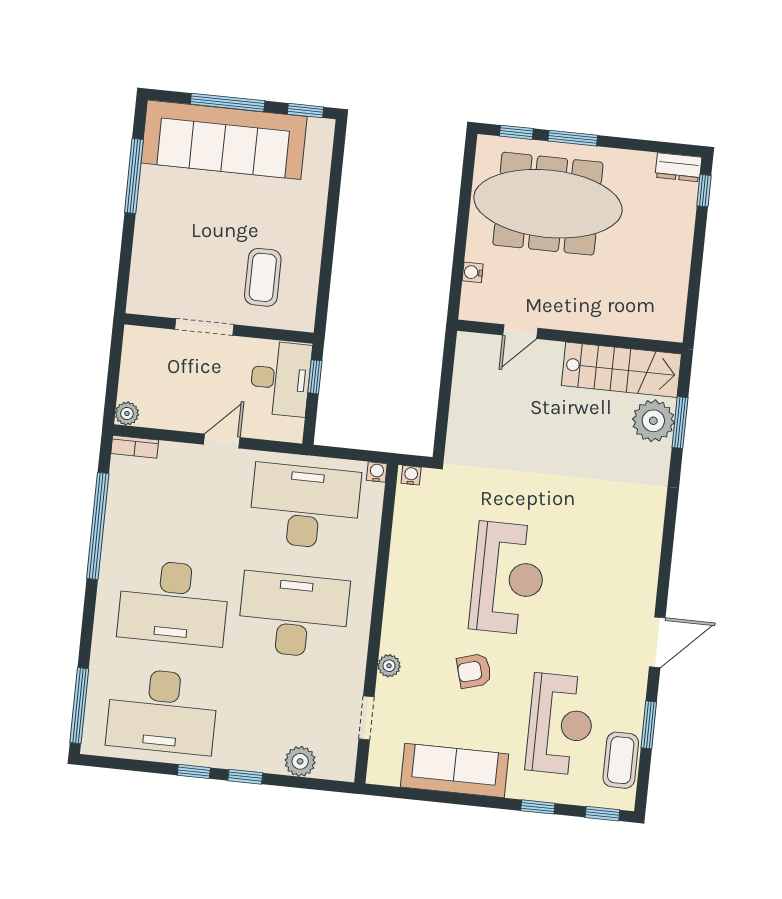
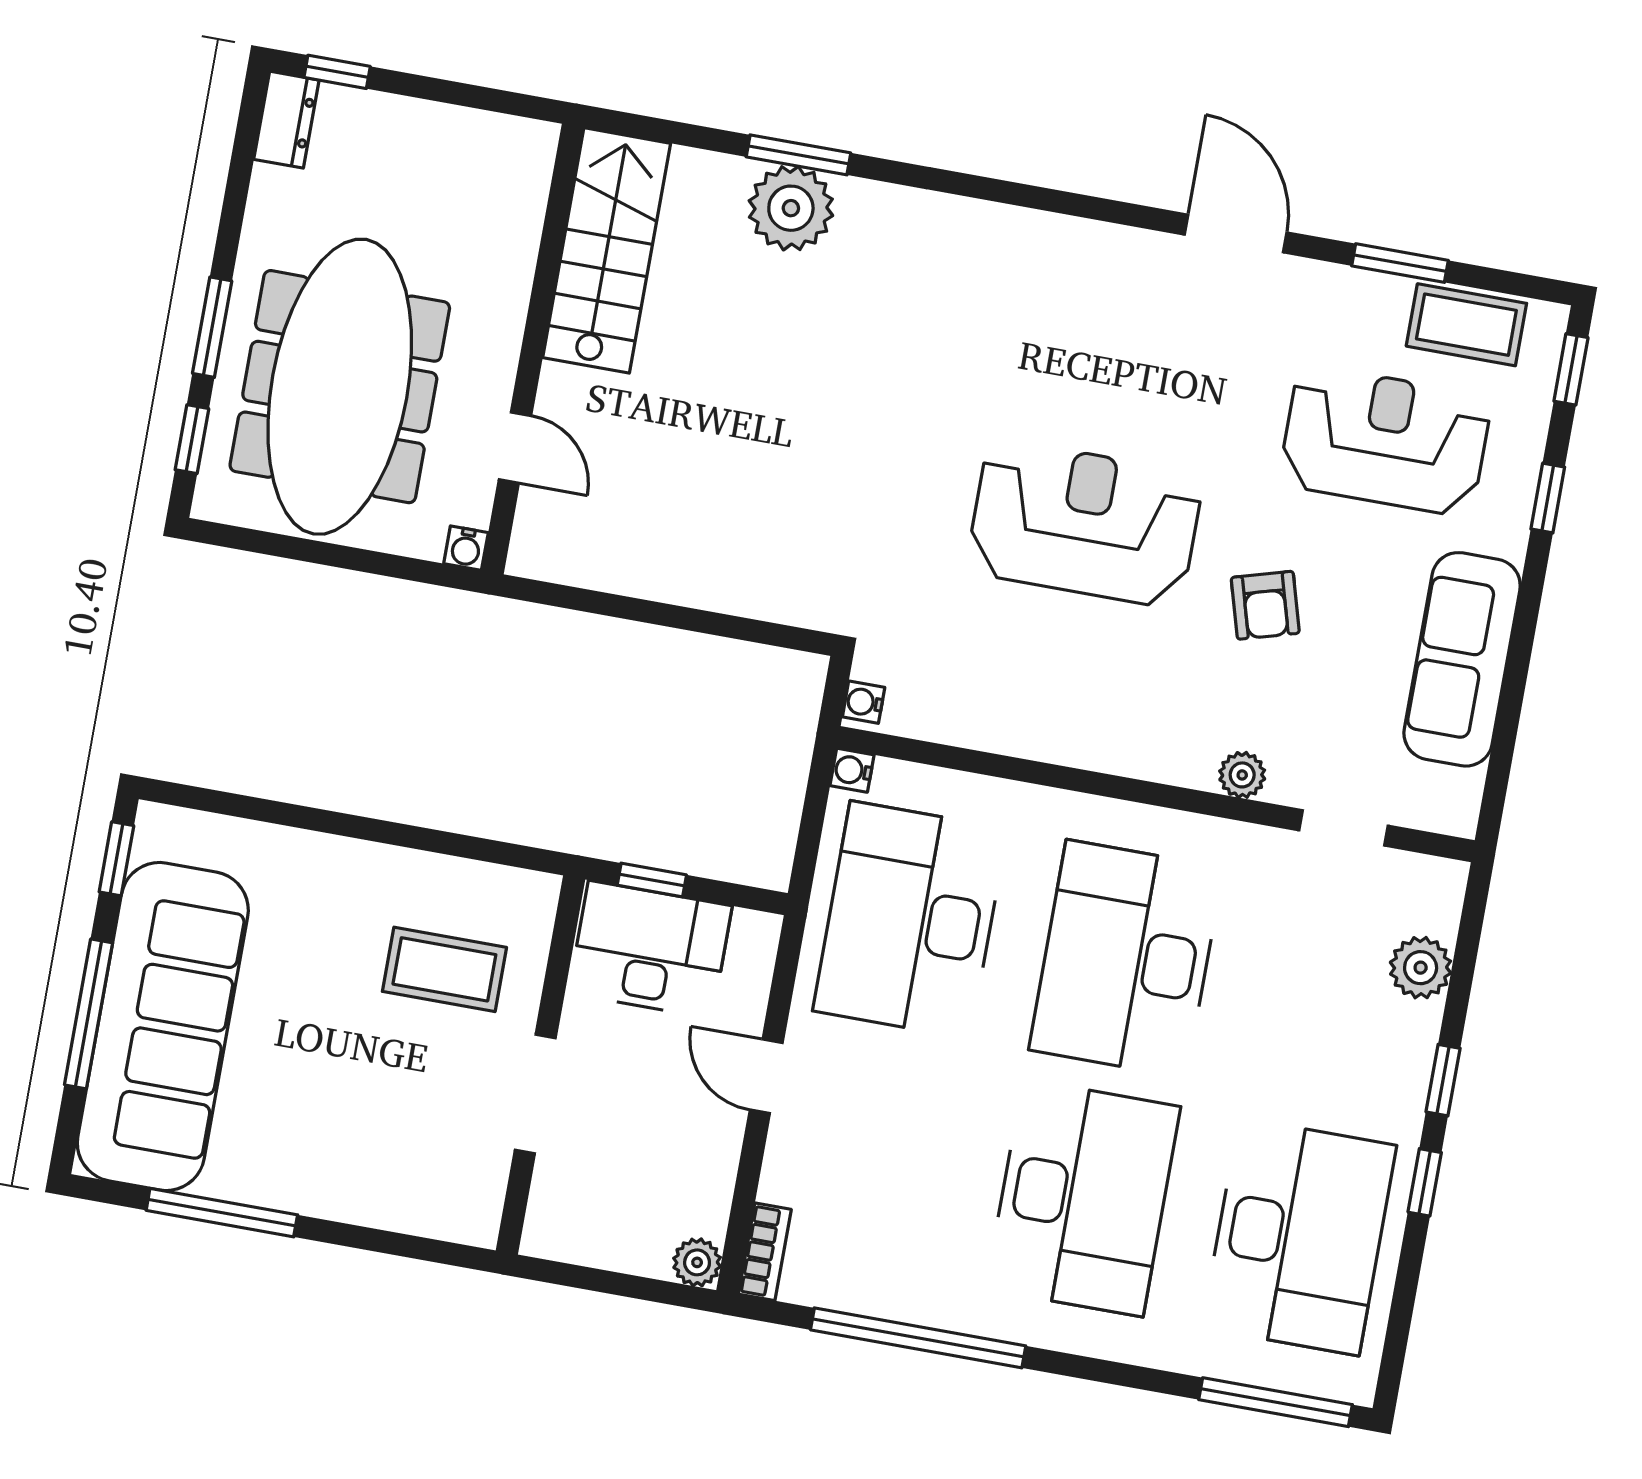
door: (520, 332) -> (515, 448), moved
wall: (570, 337) -> (533, 349), moved
stairs: (621, 370) -> (607, 250), moved

